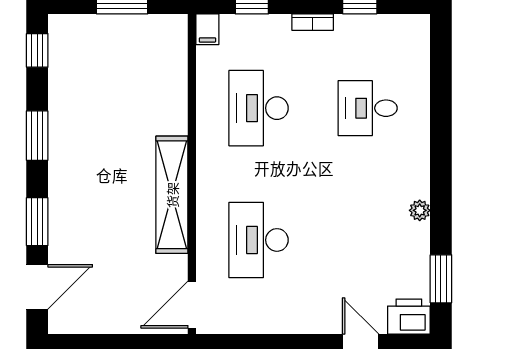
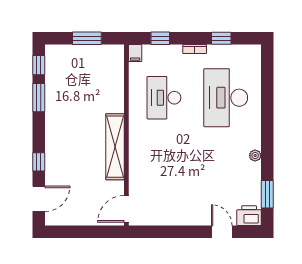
desk: (368, 108) -> (226, 98), width x1.87, depth x1.30
window: (37, 136) -> (39, 98), moved
window: (37, 222) -> (39, 162), width x0.67
desk: (259, 240) -> (164, 172), removed

